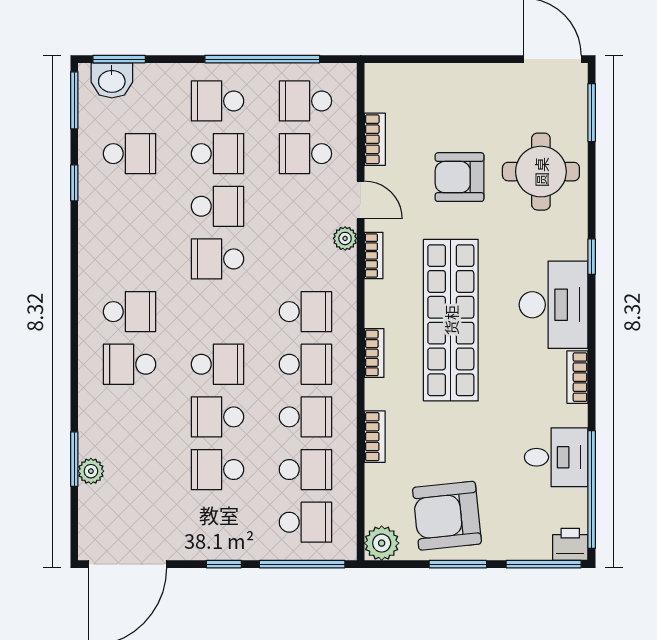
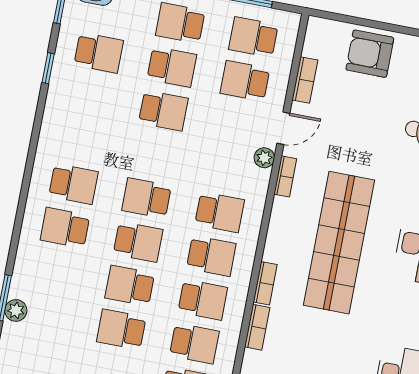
armchair: (460, 177) -> (370, 54), moved
door: (361, 200) -> (283, 128), hinge flipped
school desk: (217, 259) -> (147, 198), moved
bookcase: (374, 353) -> (265, 283), moved

